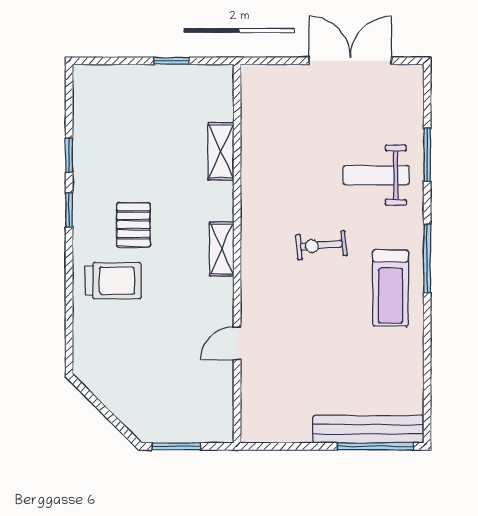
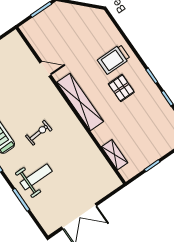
shelving: (221, 151) -> (115, 155), moved
shelving: (222, 249) -> (80, 102), width x2.20, depth x1.33
door: (237, 343) -> (45, 69), hinge flipped

